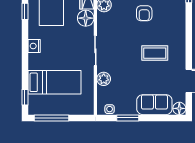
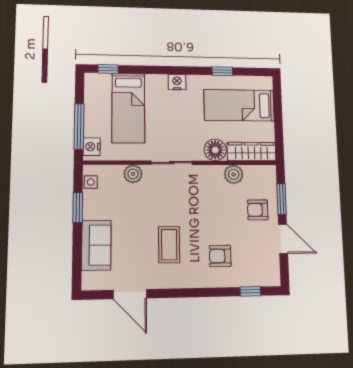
armchair: (144, 13) -> (220, 256), moved
floor lamp: (179, 108) -> (90, 281), removed
nightstand: (84, 109) -> (92, 147), added
window: (52, 118) -> (79, 127), moved

